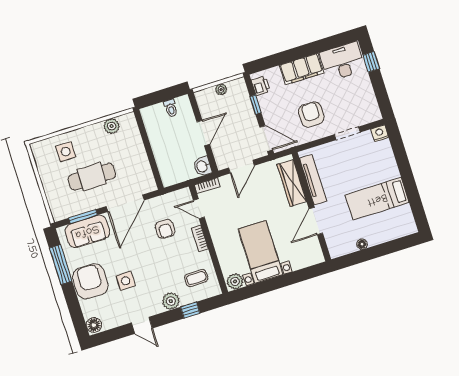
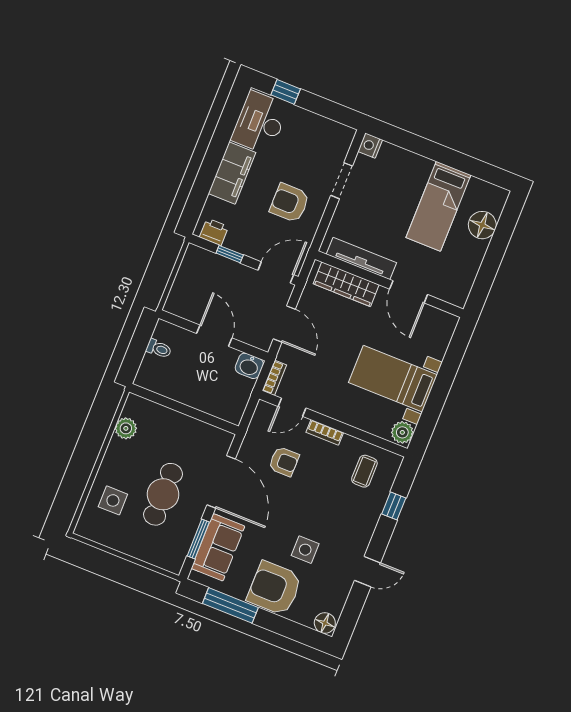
plant: (221, 89) -> (183, 278), removed
floor lamp: (362, 244) -> (482, 225), moved, width x1.89, depth x1.89
plant: (171, 301) -> (367, 519), removed

